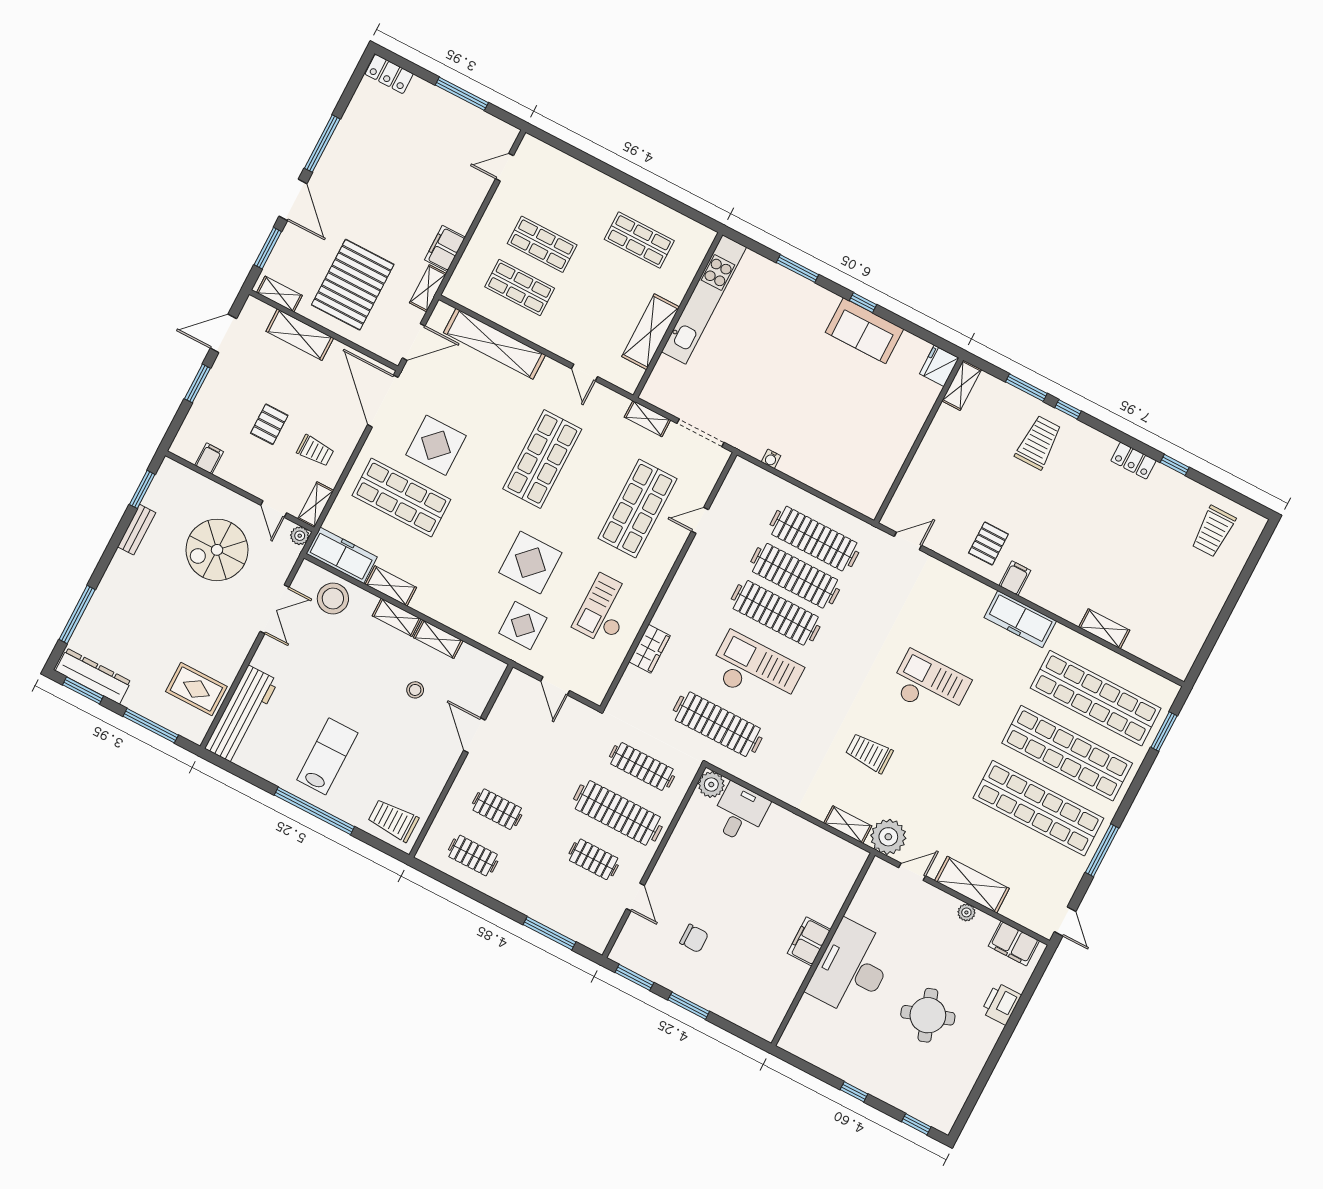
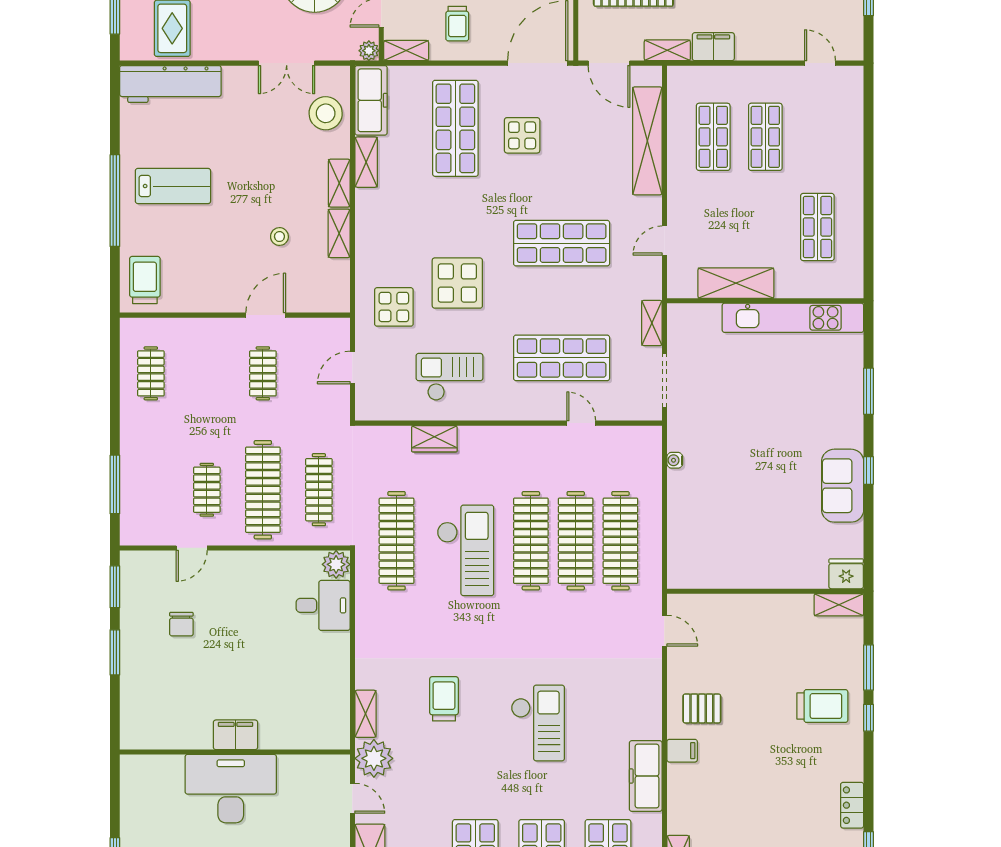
display table: (436, 445) -> (522, 135), width x0.73, depth x0.73
clothes rail: (497, 809) -> (263, 373), moved

